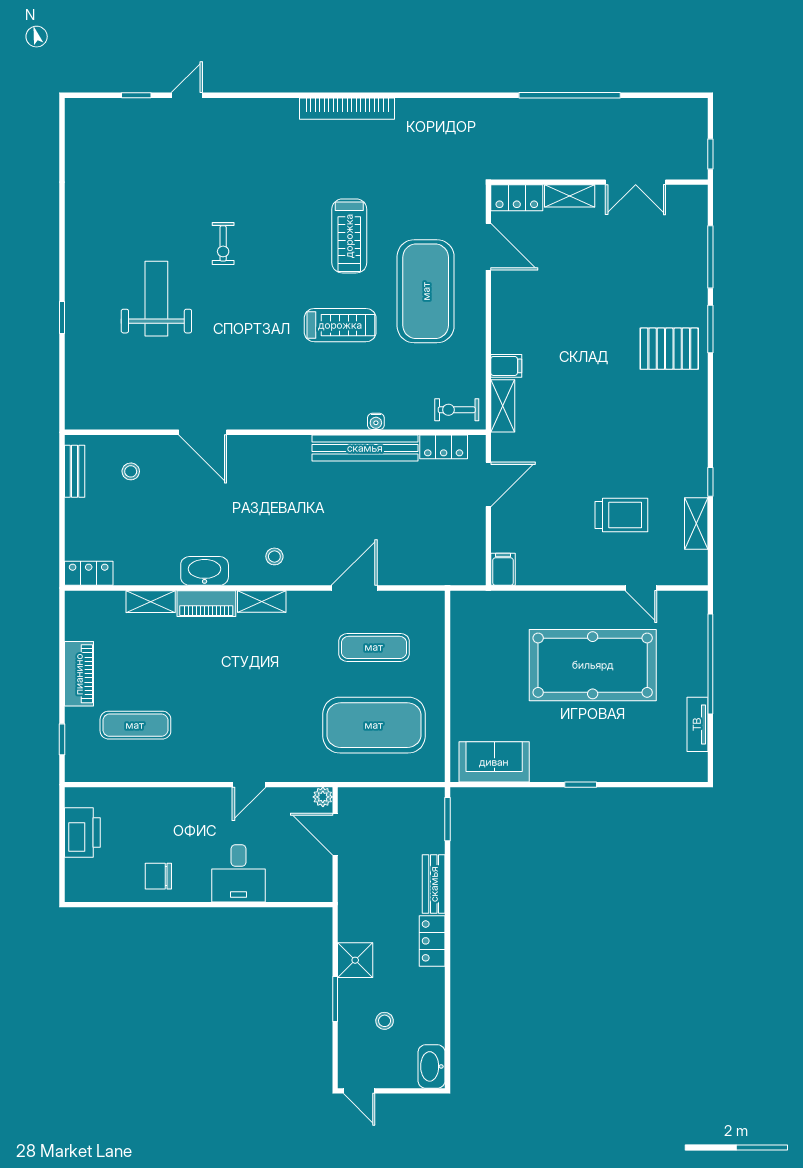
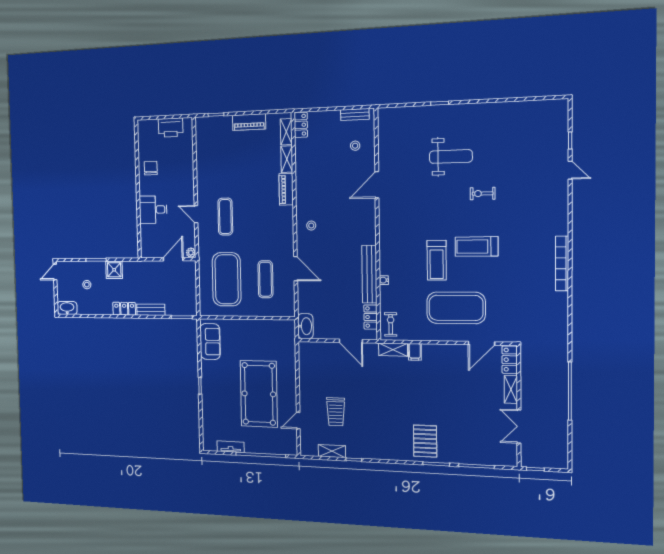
treadmill: (349, 236) -> (477, 247), moved
filing cabinet: (503, 569) -> (307, 348), removed
washbasin: (205, 571) -> (305, 326), moved
shelving: (262, 601) -> (286, 132), moved
exercise mat: (135, 725) -> (225, 217), moved

